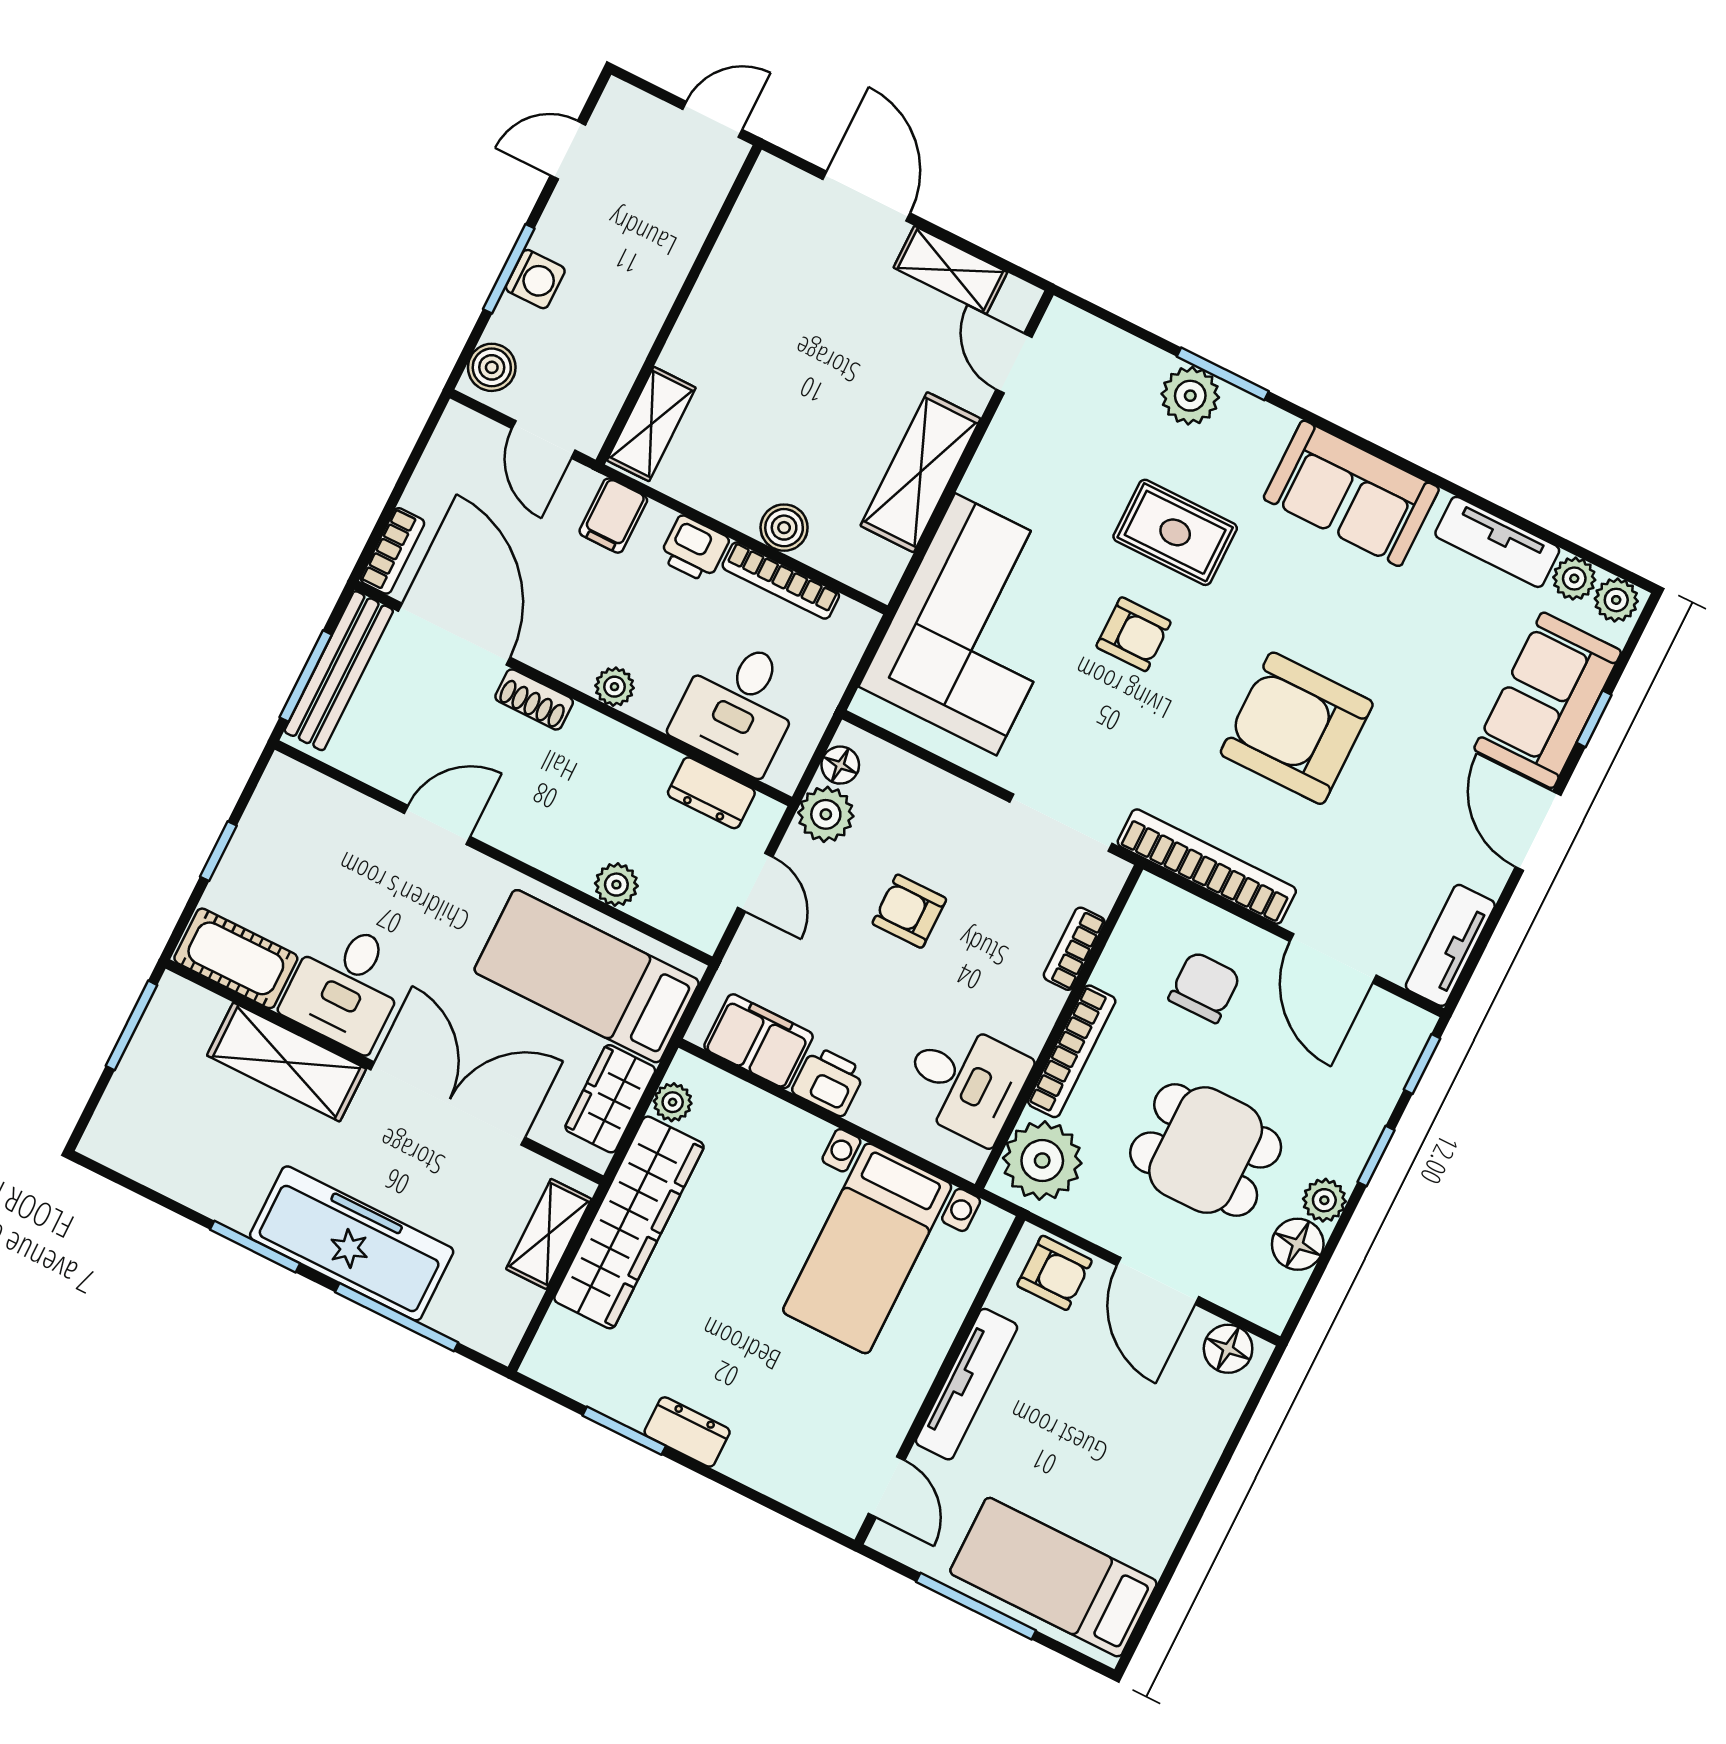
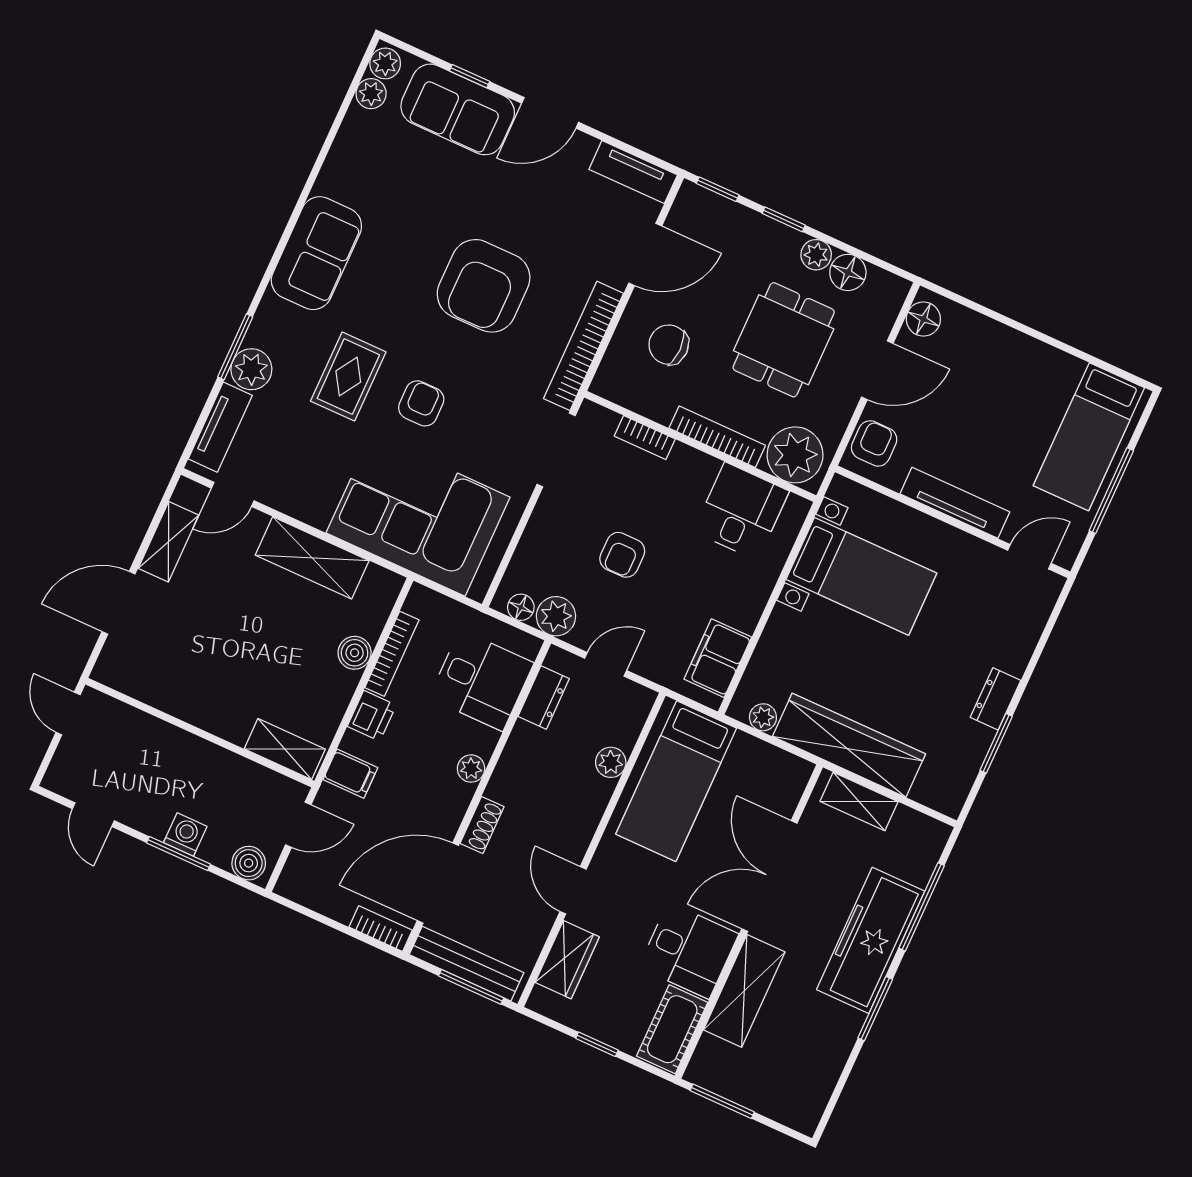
tv unit: (1497, 542) -> (220, 427), moved
printer: (829, 1081) -> (744, 608), removed
wardrobe: (610, 1099) -> (567, 960), moved, turned -90

